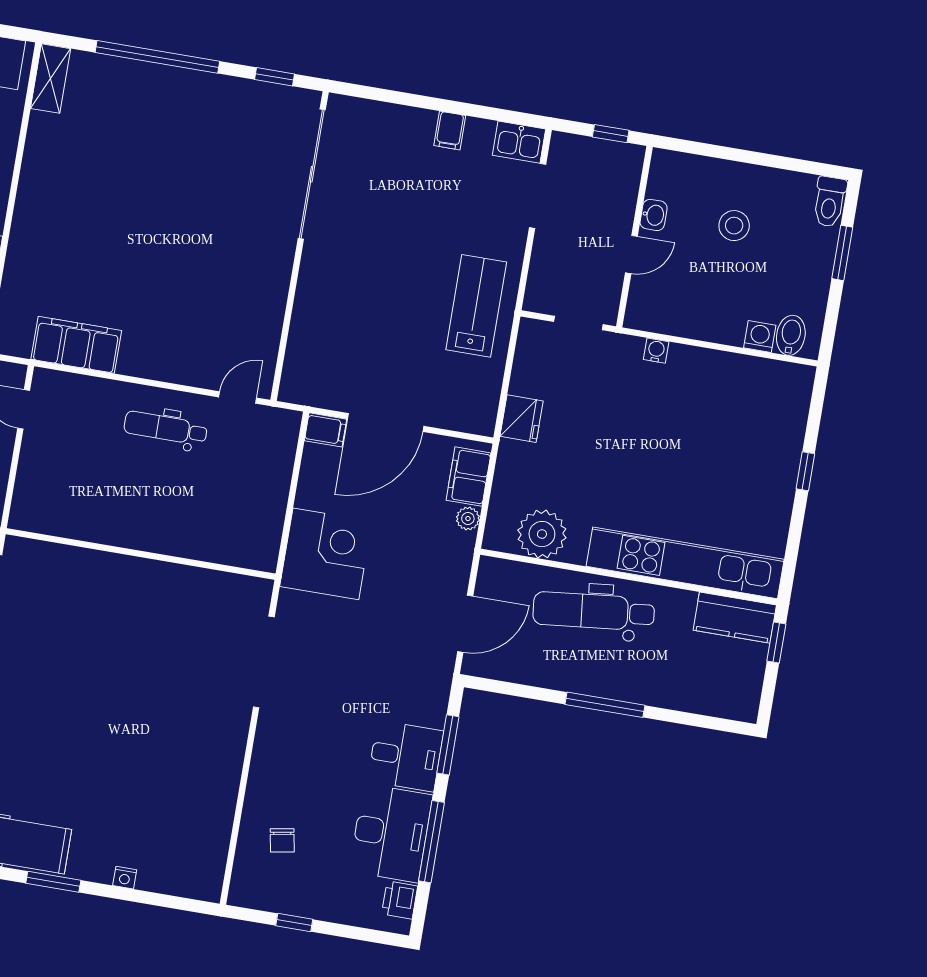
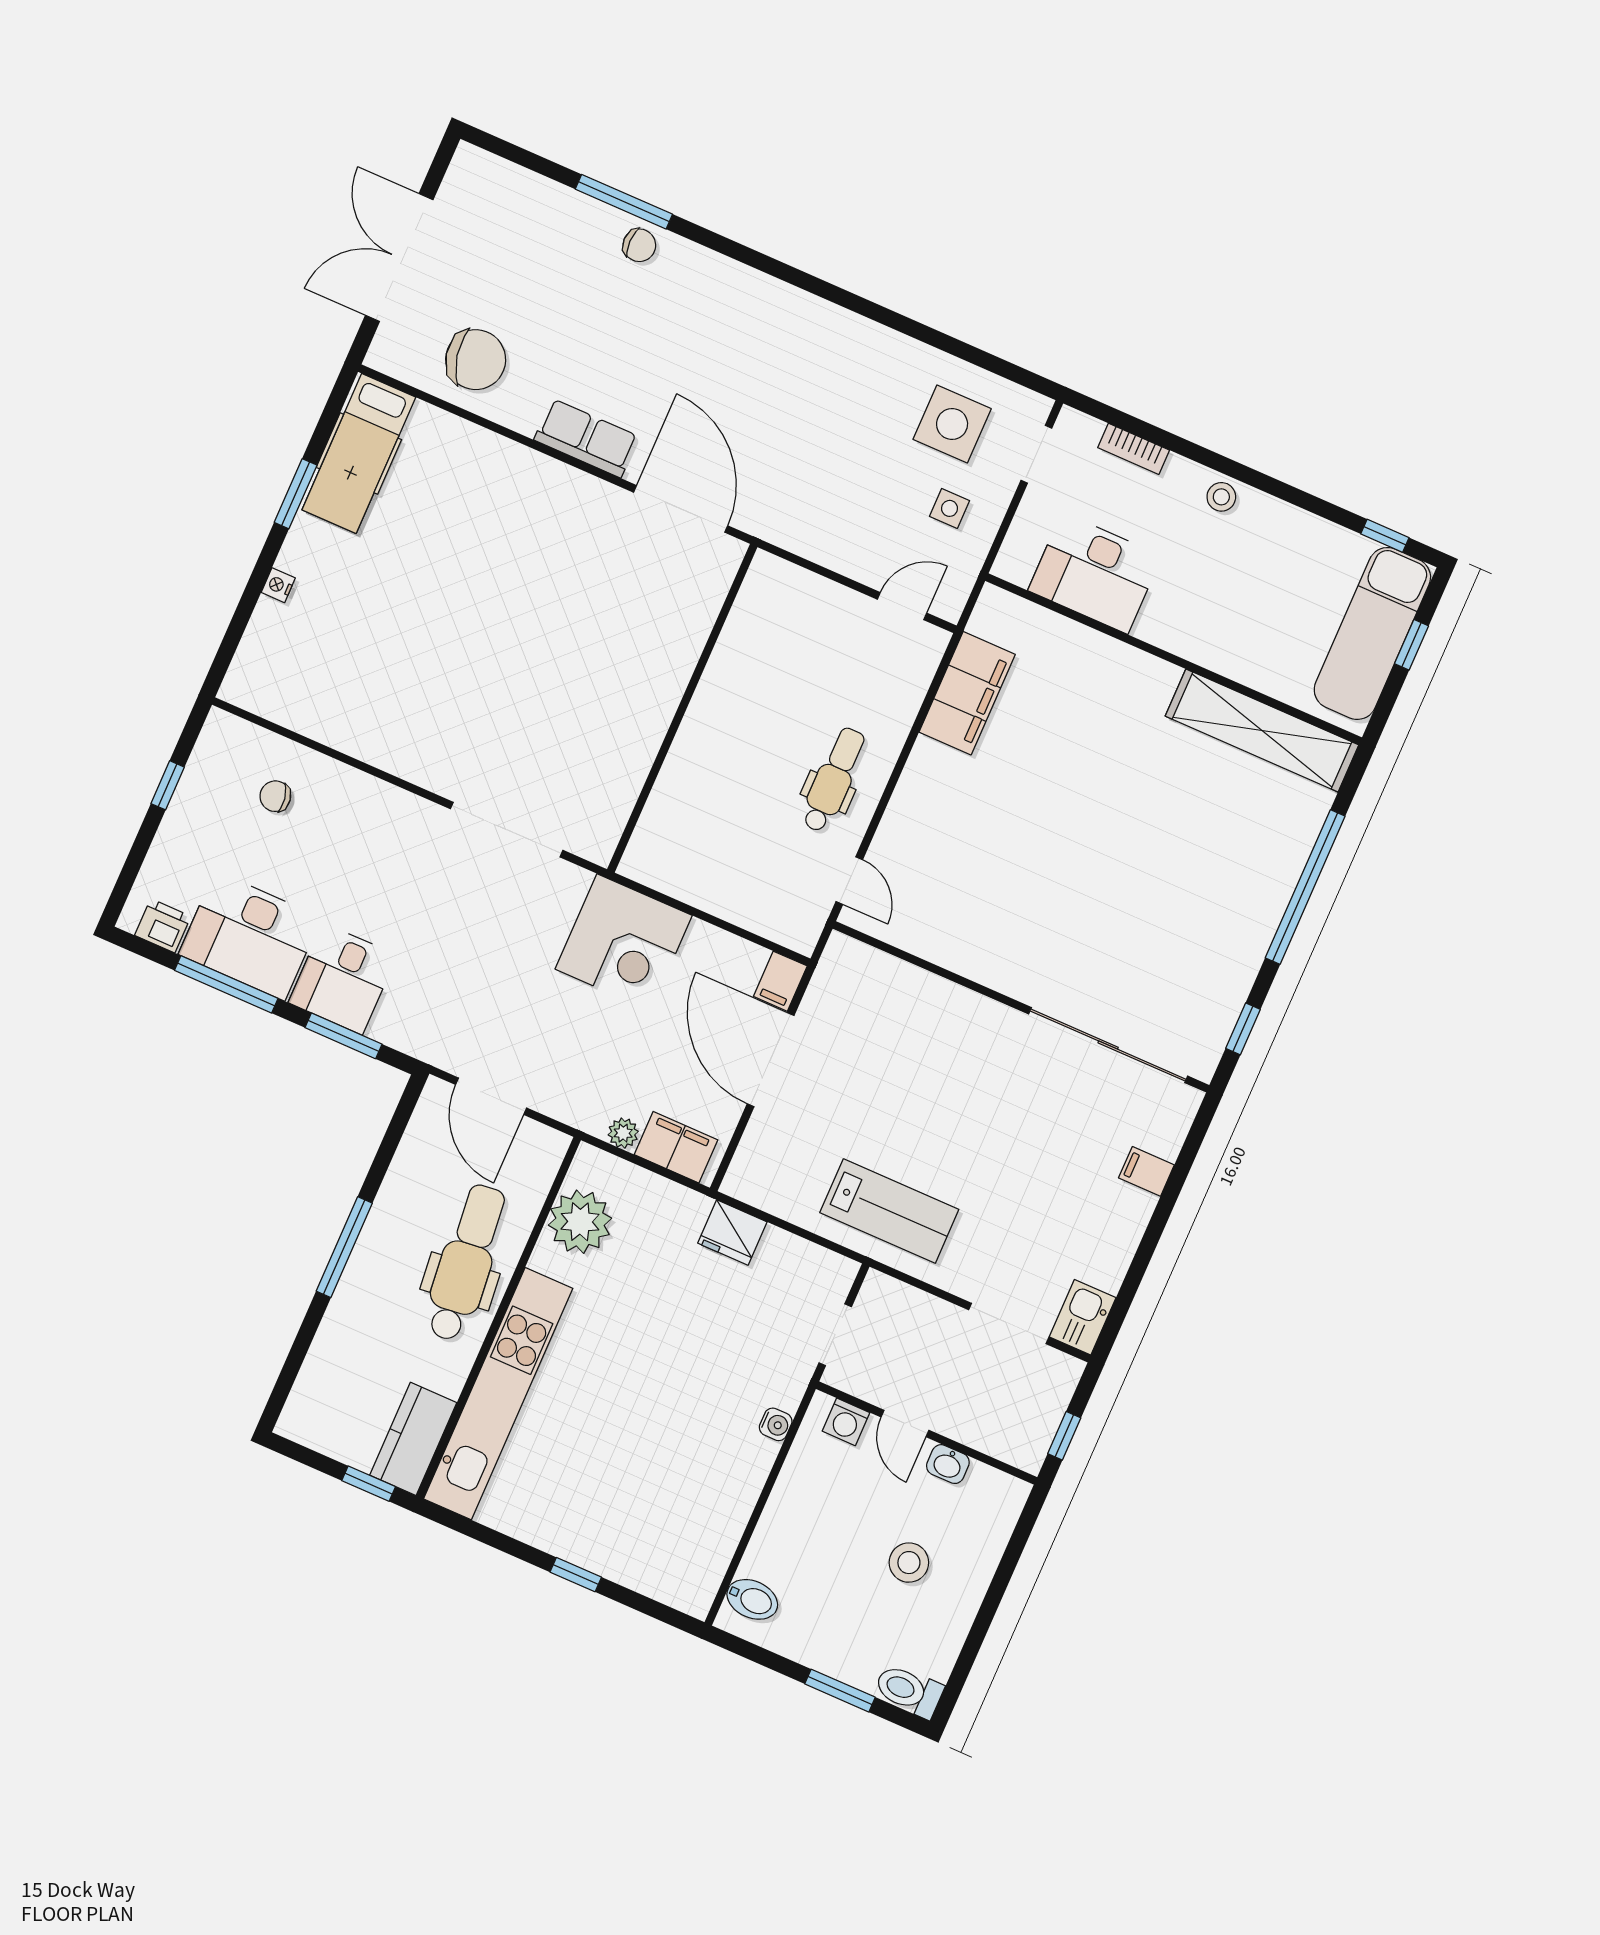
shelving: (51, 79) -> (1262, 730), width x2.20, depth x1.33
filing cabinet: (450, 131) -> (1146, 1171), moved
washing machine: (760, 336) -> (846, 1422), moved, turned 90

